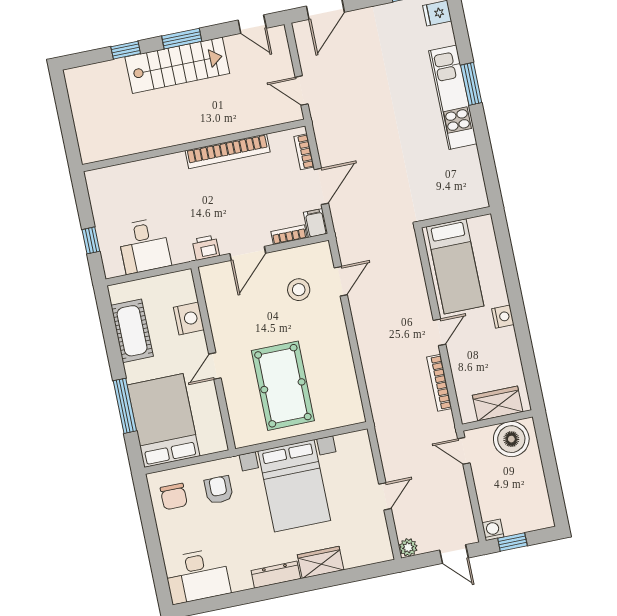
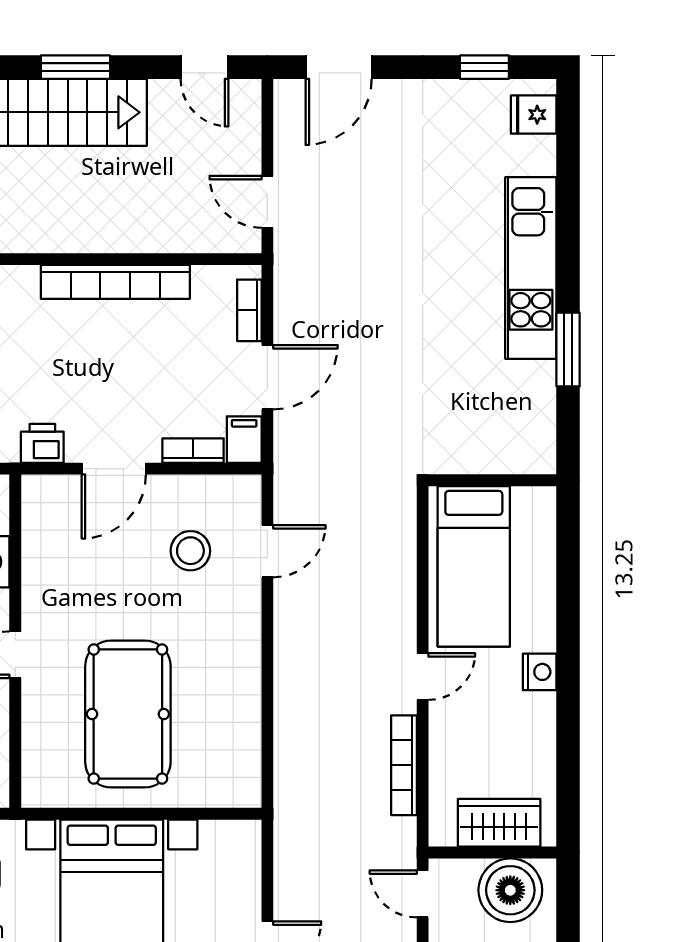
window: (471, 84) -> (568, 350), moved

